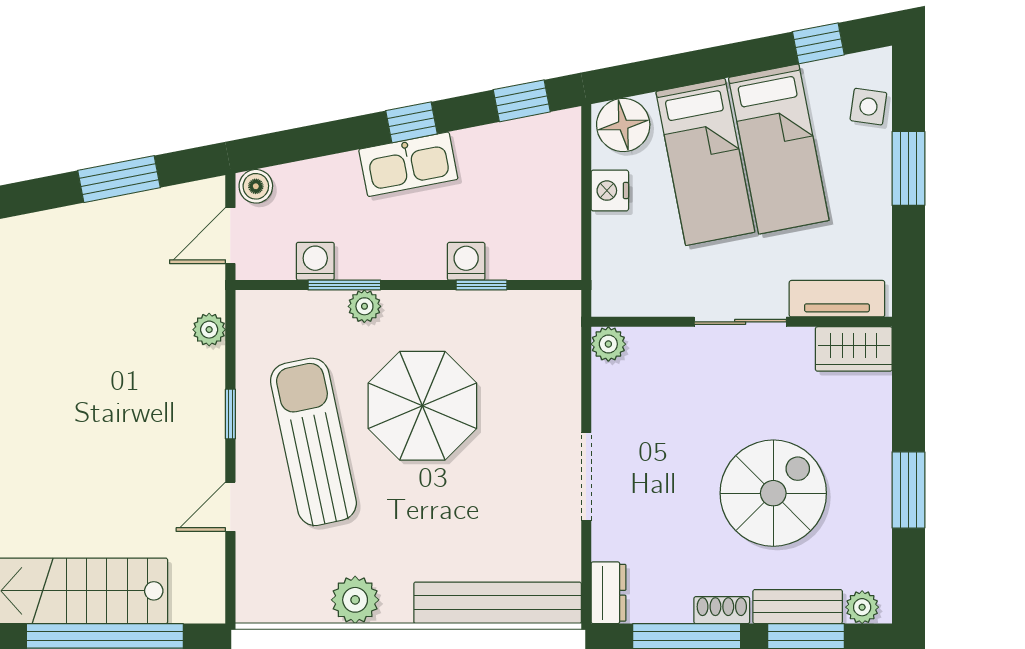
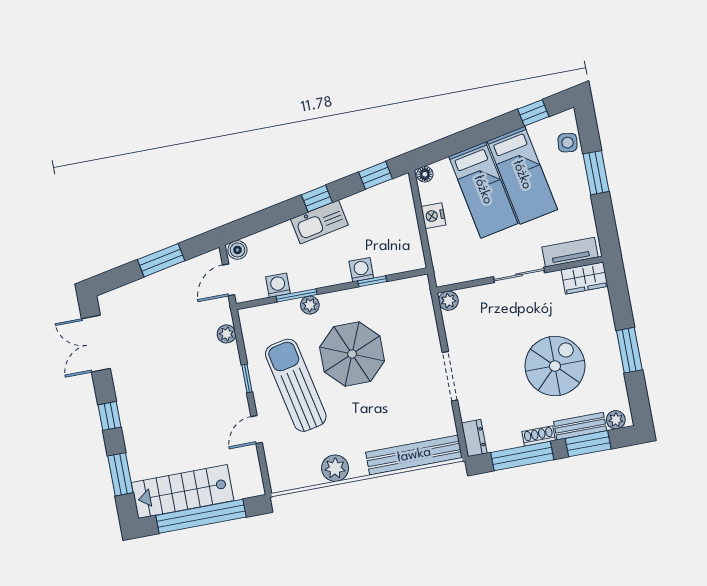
floor lamp: (623, 125) -> (425, 174), width x0.53, depth x0.53

